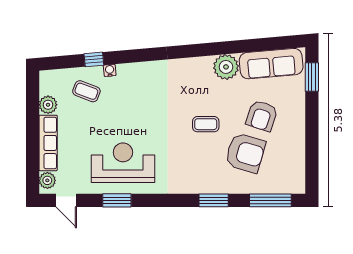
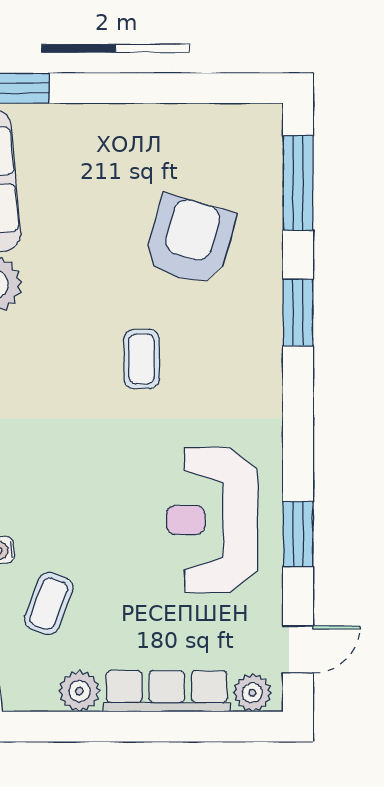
armchair: (262, 116) -> (105, 203), removed
coffee table: (206, 124) -> (142, 359), moved

